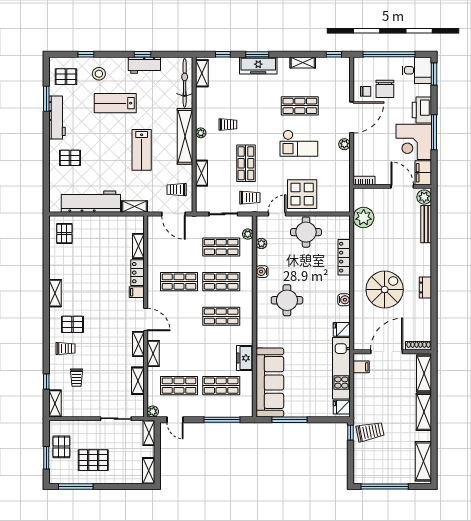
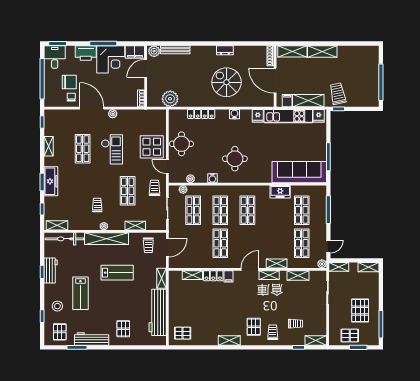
shop shelf: (246, 163) -> (128, 191), turned 90
shelving: (423, 461) -> (308, 101), moved

